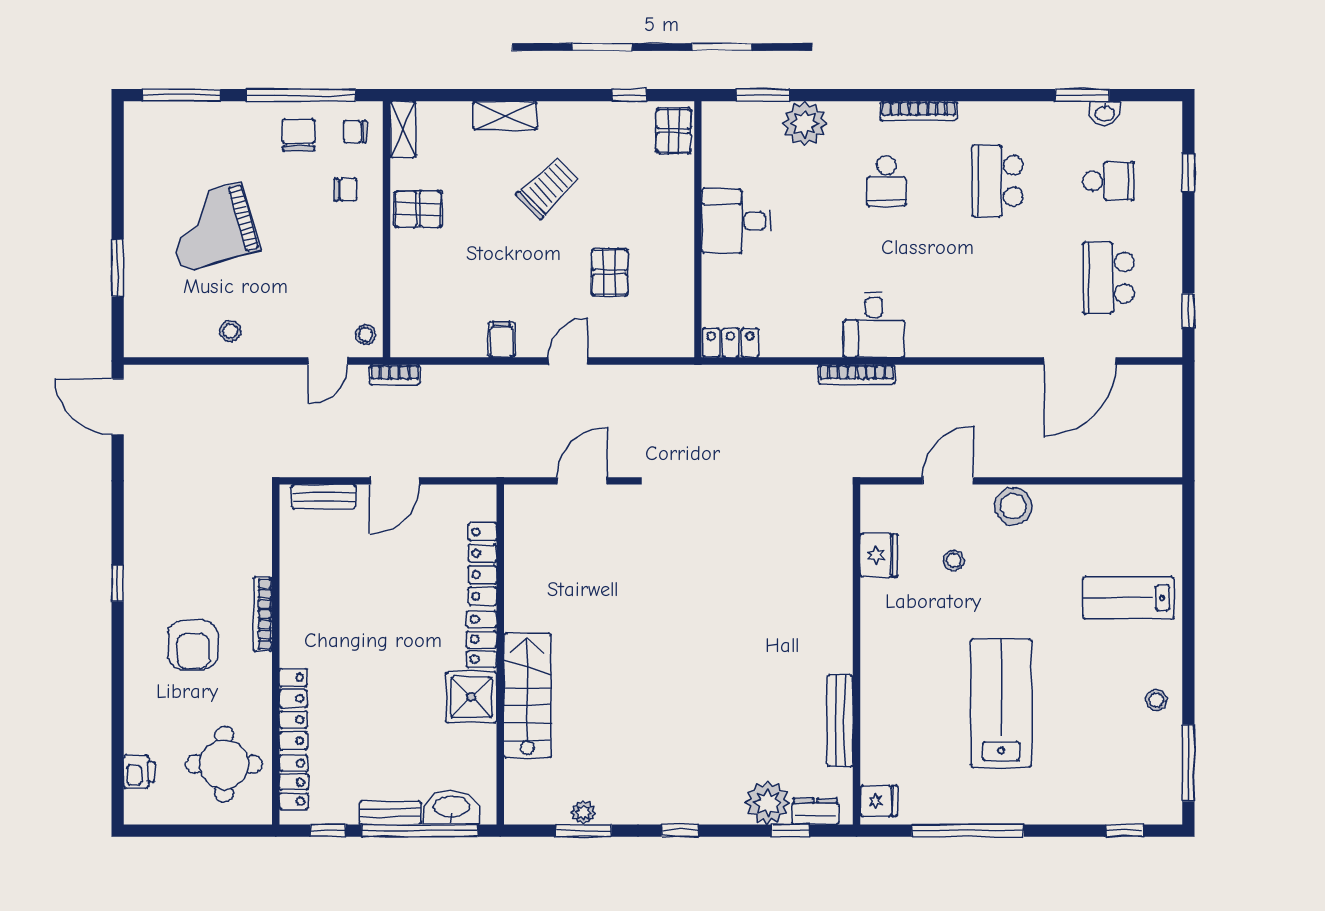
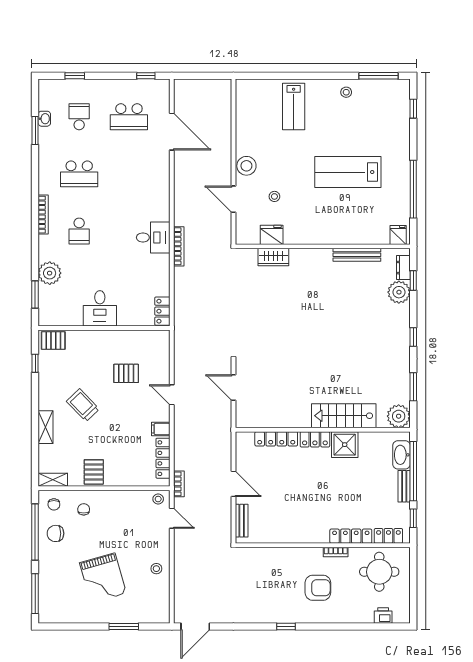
school desk: (886, 181) -> (79, 231), turned 90
locker: (445, 344) -> (163, 458), added
wardrobe: (836, 558) -> (273, 257), added
bookcase: (263, 614) -> (336, 552), moved, width x0.64
plant: (583, 813) -> (399, 416), moved, width x1.87, depth x1.87

